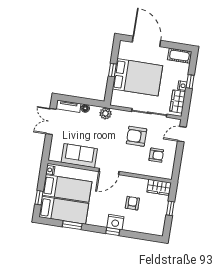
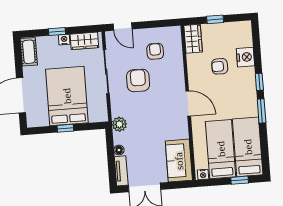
armchair: (137, 136) -> (138, 80), turned 180
sofa: (79, 156) -> (179, 161), moved
nightstand: (115, 222) -> (245, 57), moved
window: (72, 225) -> (262, 111), moved

